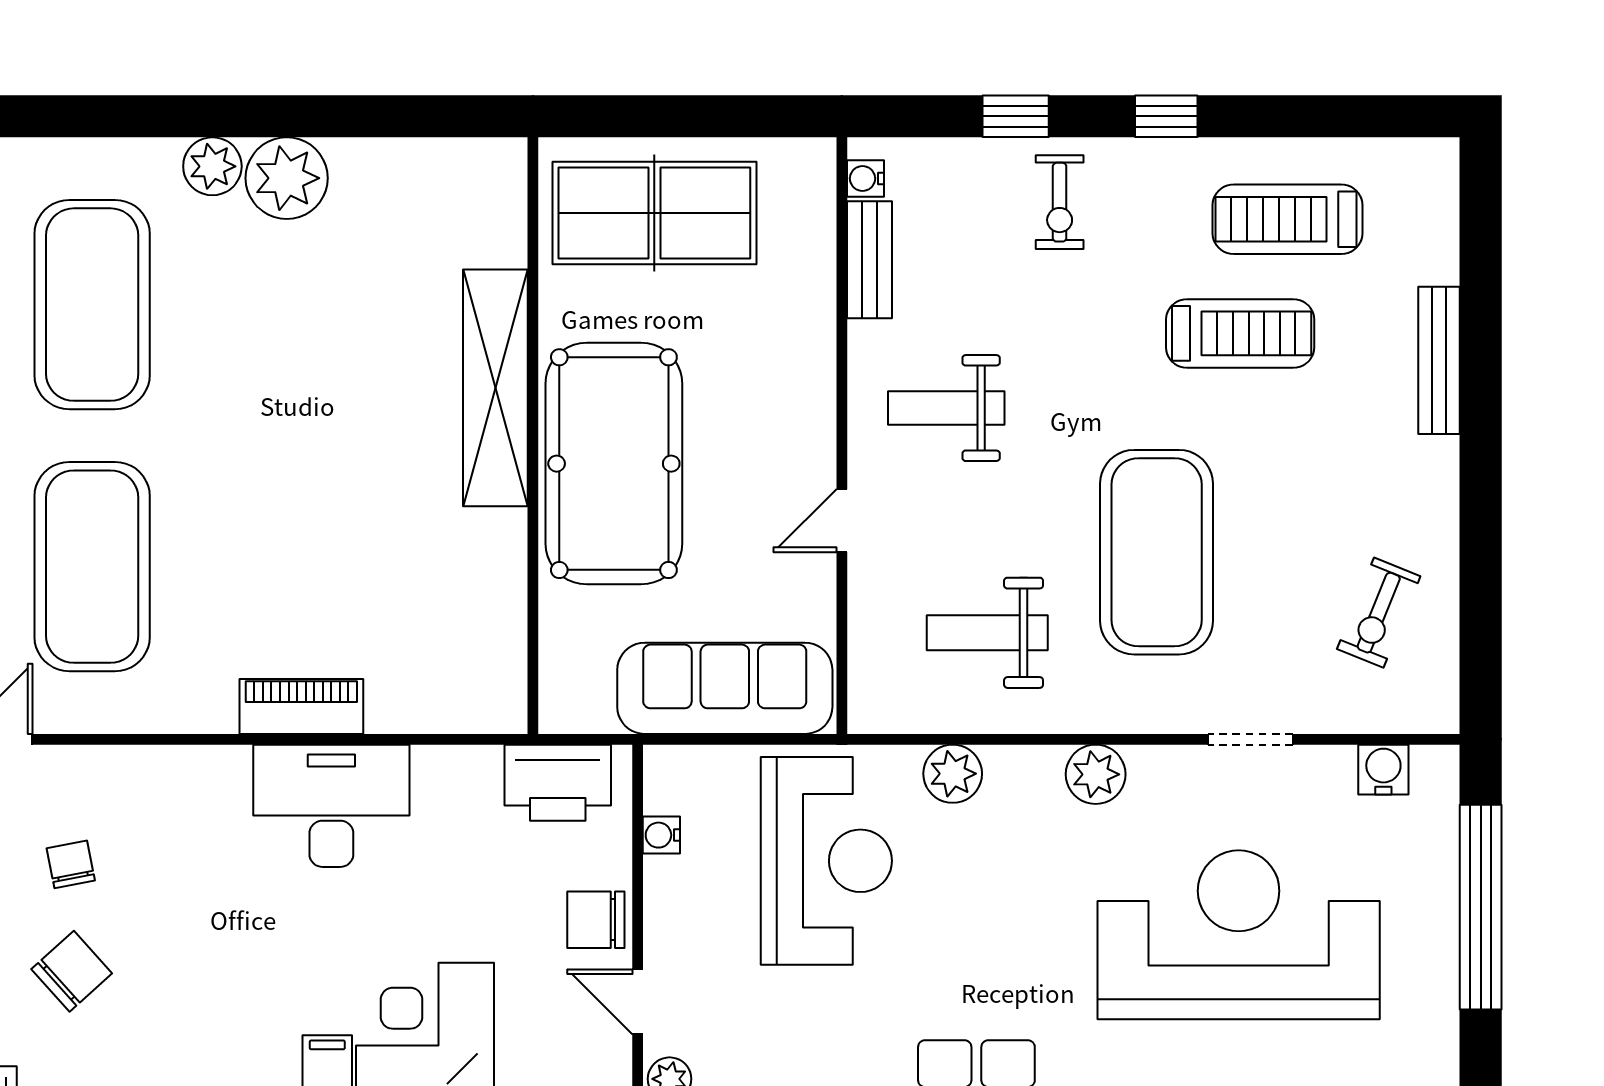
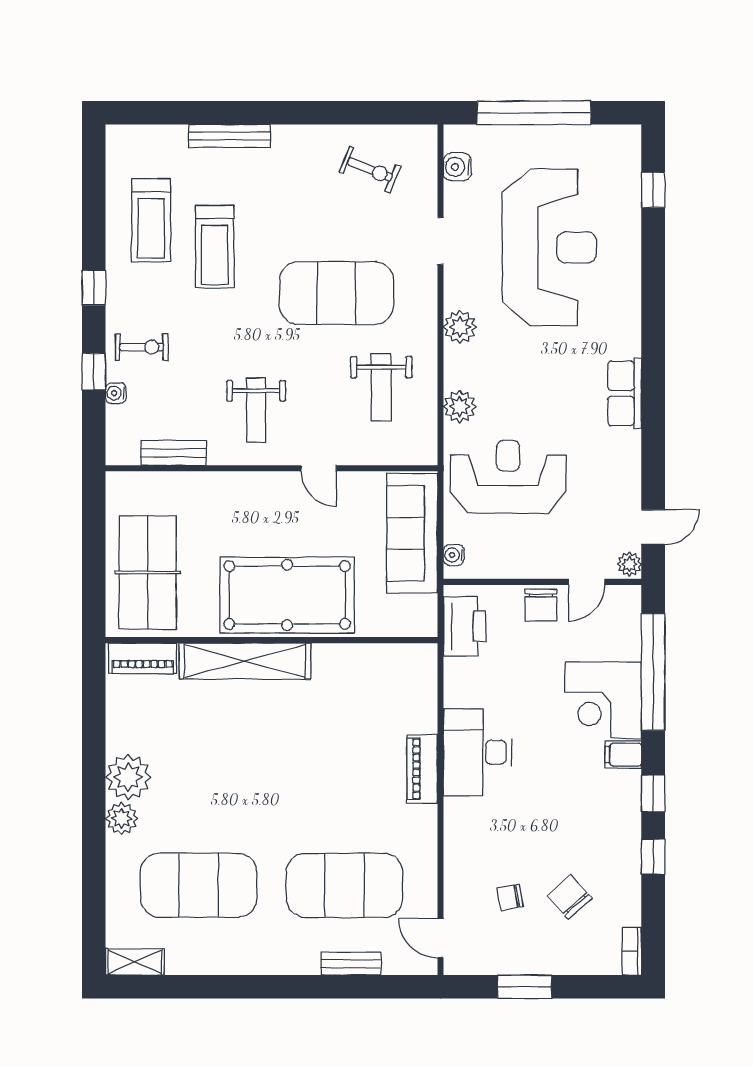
water cooler: (865, 178) -> (116, 393), moved, turned 90
piano: (500, 204) -> (143, 658), added
treadmill: (1240, 333) -> (215, 247), turned 180
water cooler: (661, 835) -> (454, 555), moved, turned 90
reception desk: (1239, 935) -> (549, 247), turned 180

